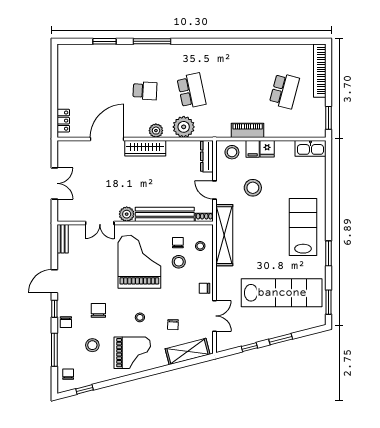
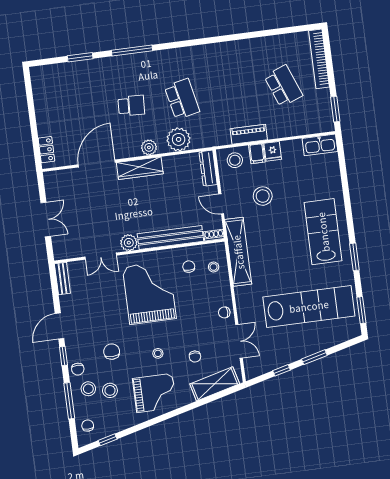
school desk: (284, 91) -> (283, 86), turned -36
stool: (179, 262) -> (88, 389), moved

